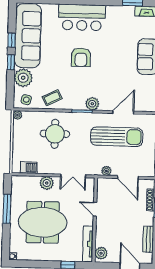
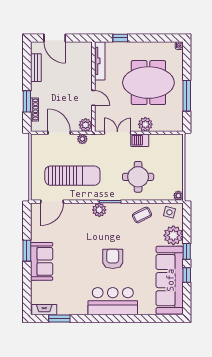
door: (123, 112) -> (52, 202), moved
sun lounger: (117, 137) -> (72, 176), turned 180
barbecue: (29, 168) -> (140, 140), moved
plant: (101, 253) -> (86, 125), moved

